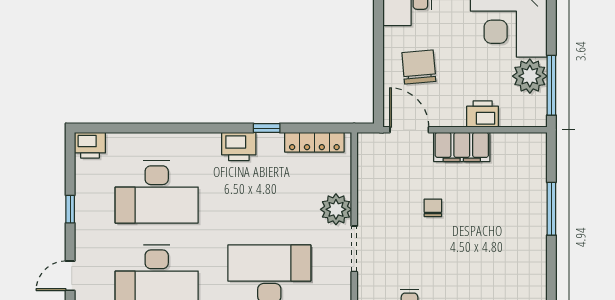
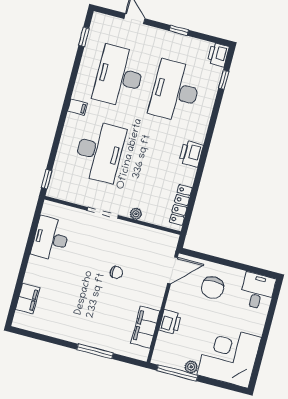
chair: (419, 67) -> (213, 288), turned 95
plant: (530, 76) -> (191, 367), width x0.53, depth x0.53
window: (267, 128) -> (224, 80), moved
filing cabinet: (462, 147) -> (145, 327), moved
plant: (336, 209) -> (136, 214), width x0.53, depth x0.53

